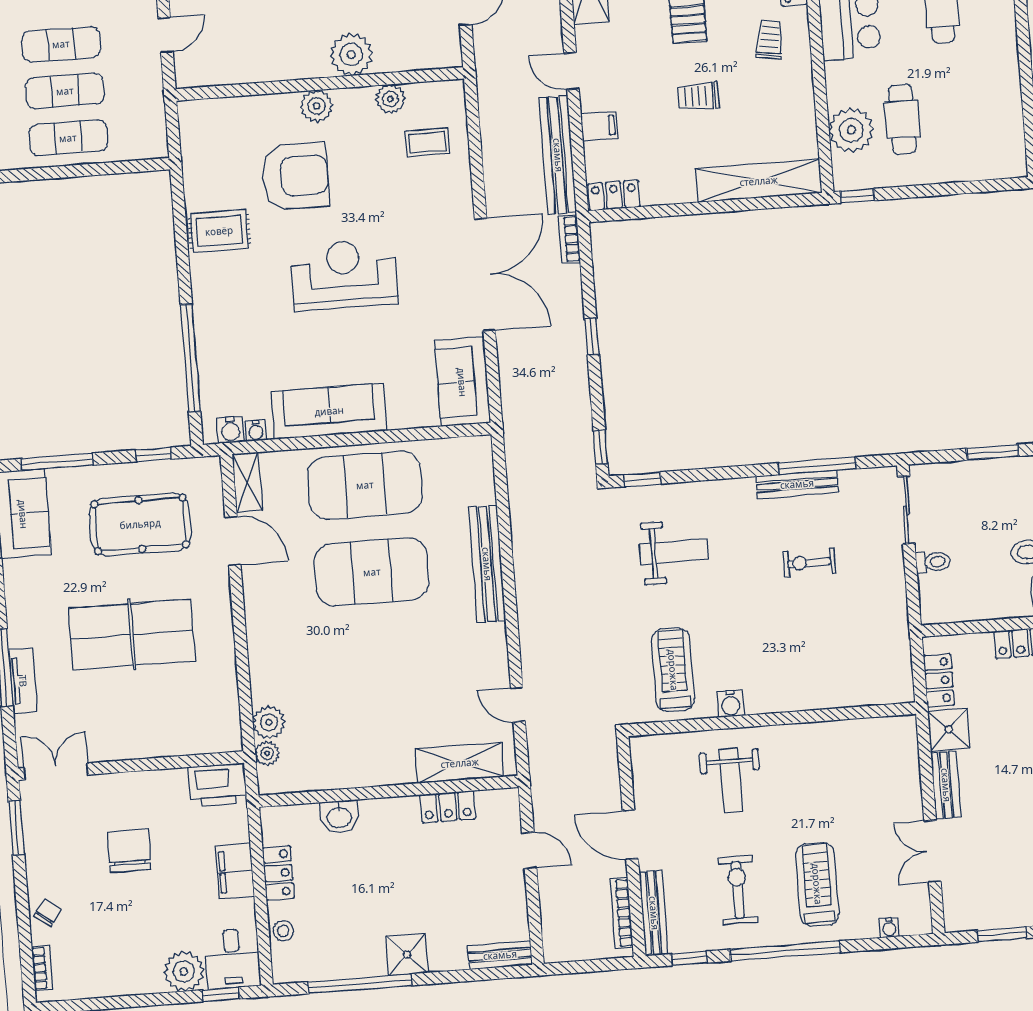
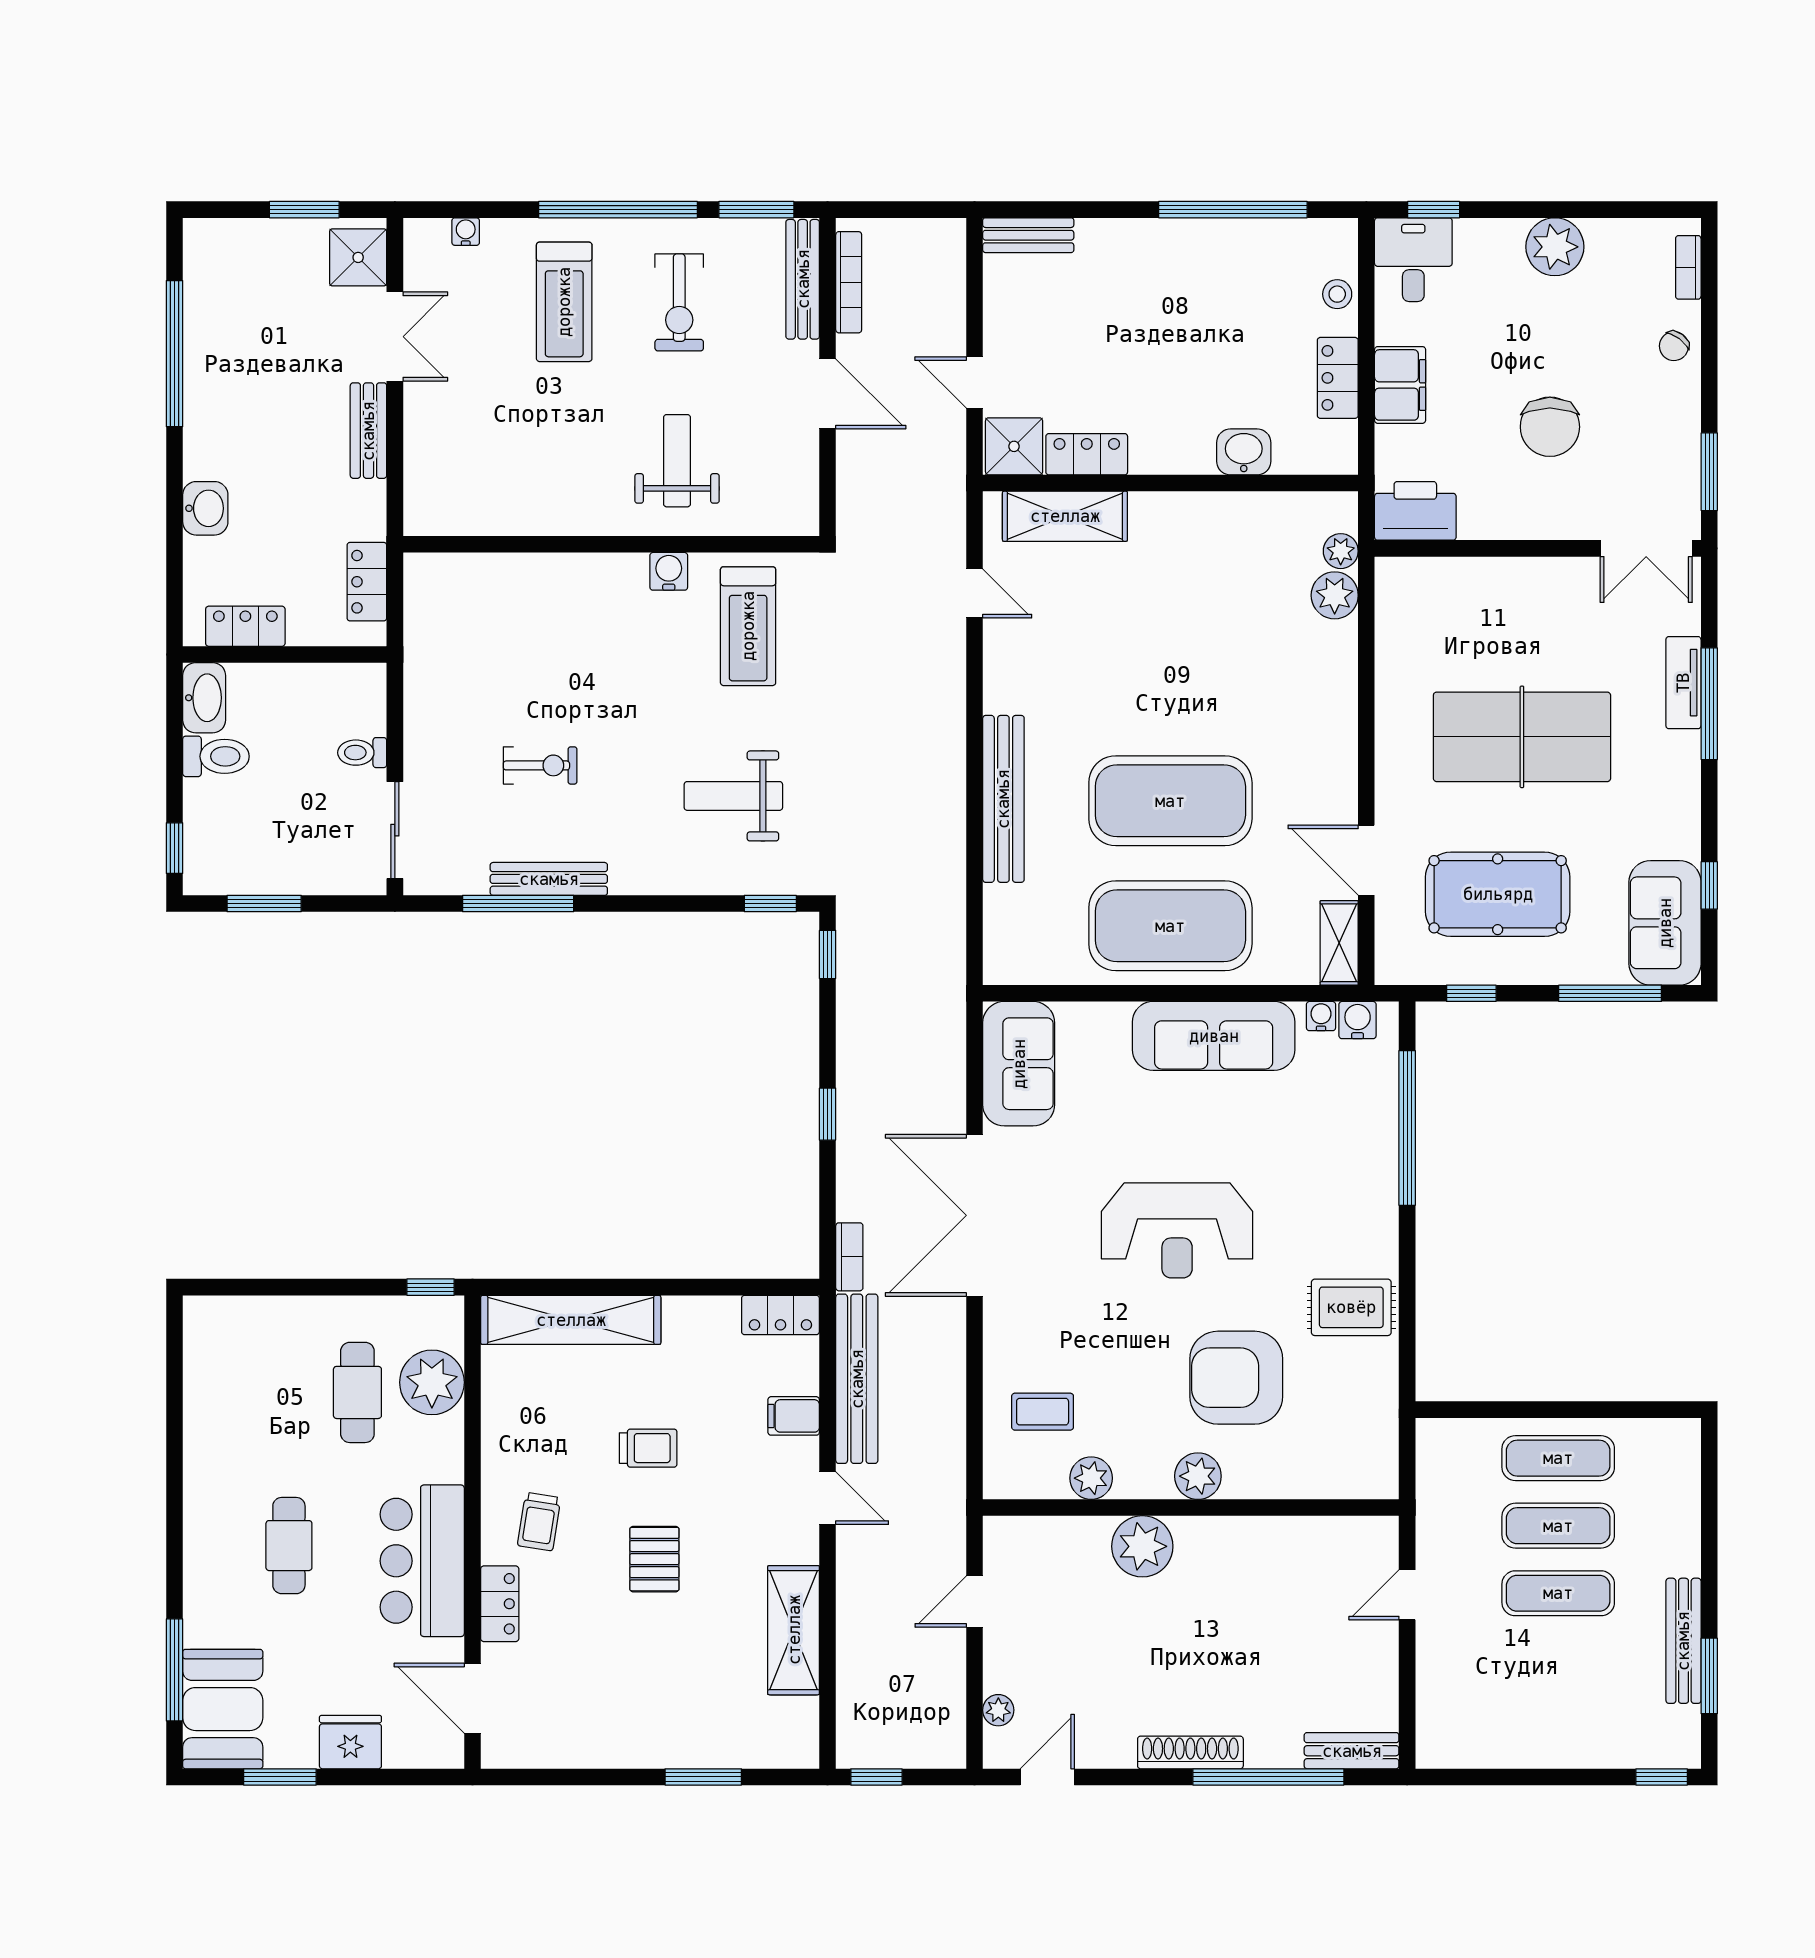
shower: (949, 729) -> (358, 257), moved
shower: (407, 955) -> (1014, 446), moved
window: (689, 958) -> (756, 210), width x1.50
plant: (184, 971) -> (1555, 247), moved

